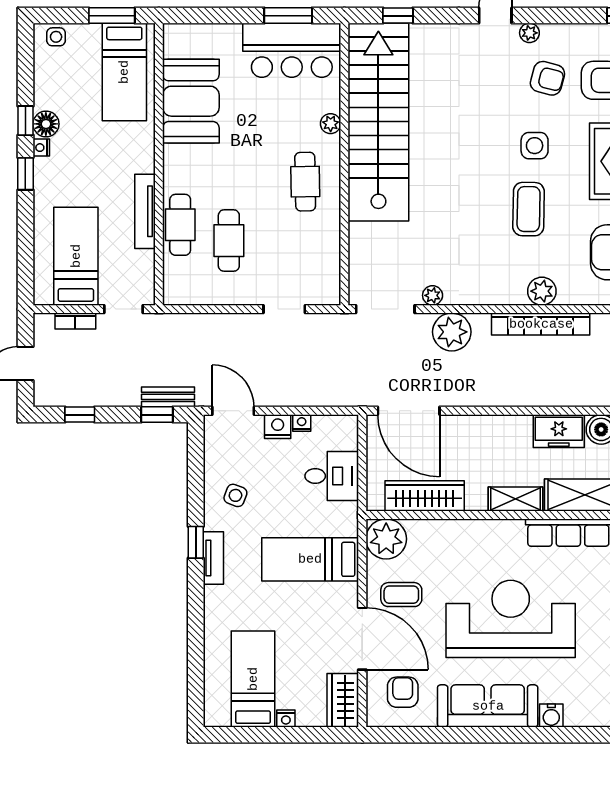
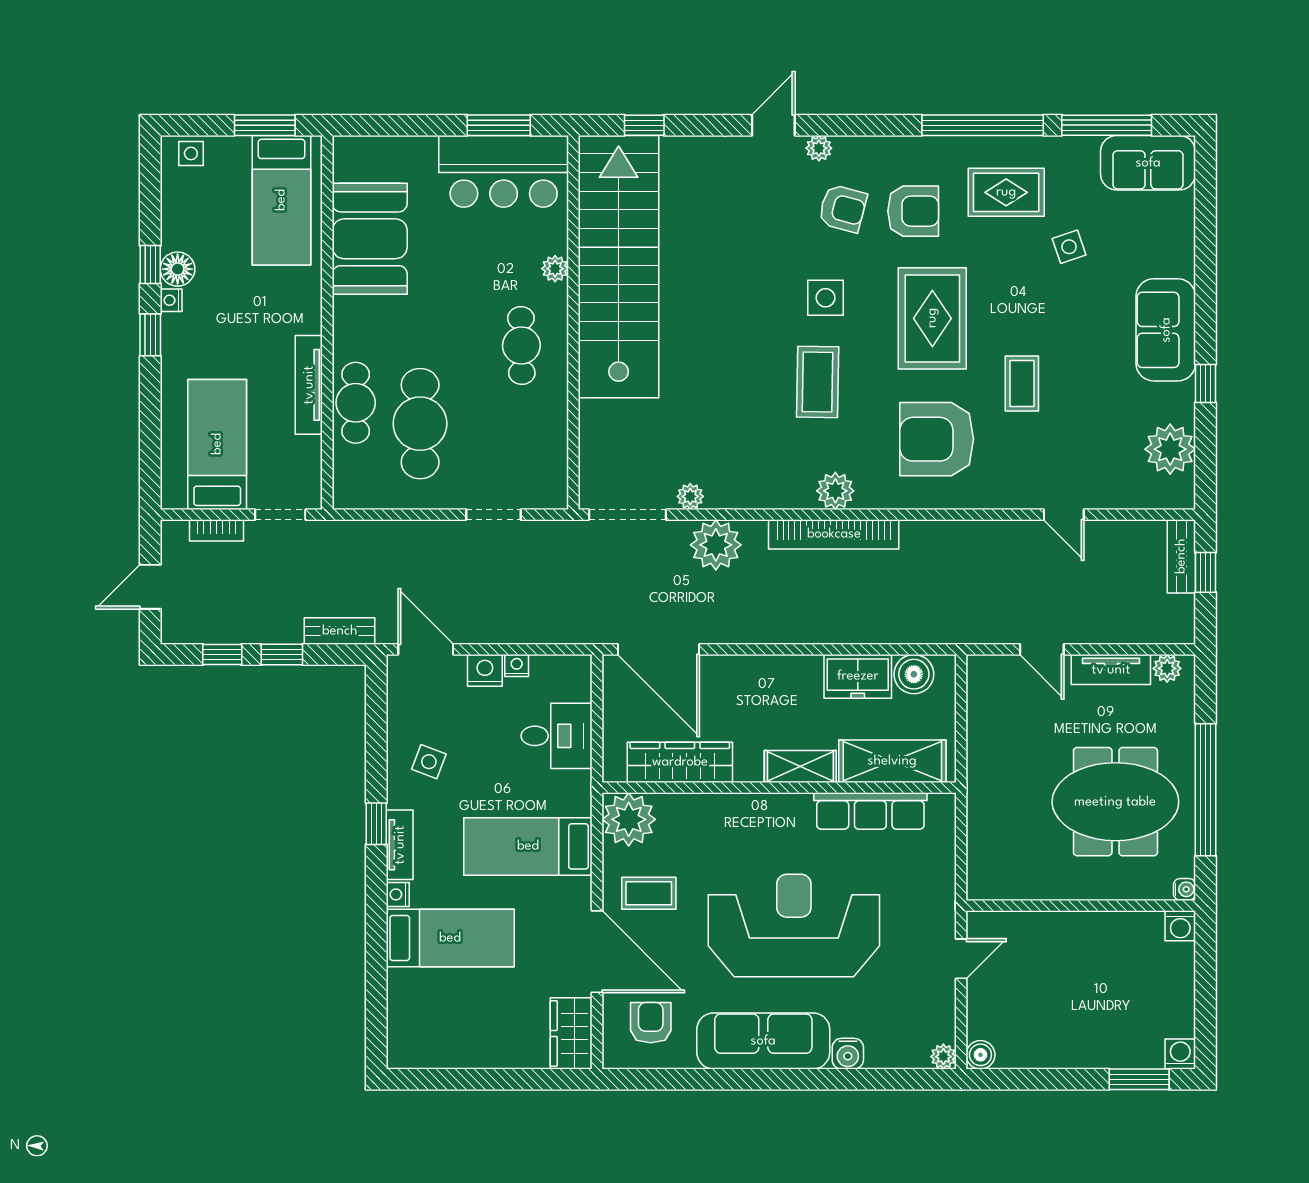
cafe table: (229, 241) -> (420, 424), width x1.37, depth x1.35
window: (157, 415) -> (282, 654), moved
bed: (253, 679) -> (450, 938), moved, turned 90
nightstand: (286, 719) -> (398, 894), moved, turned 90

